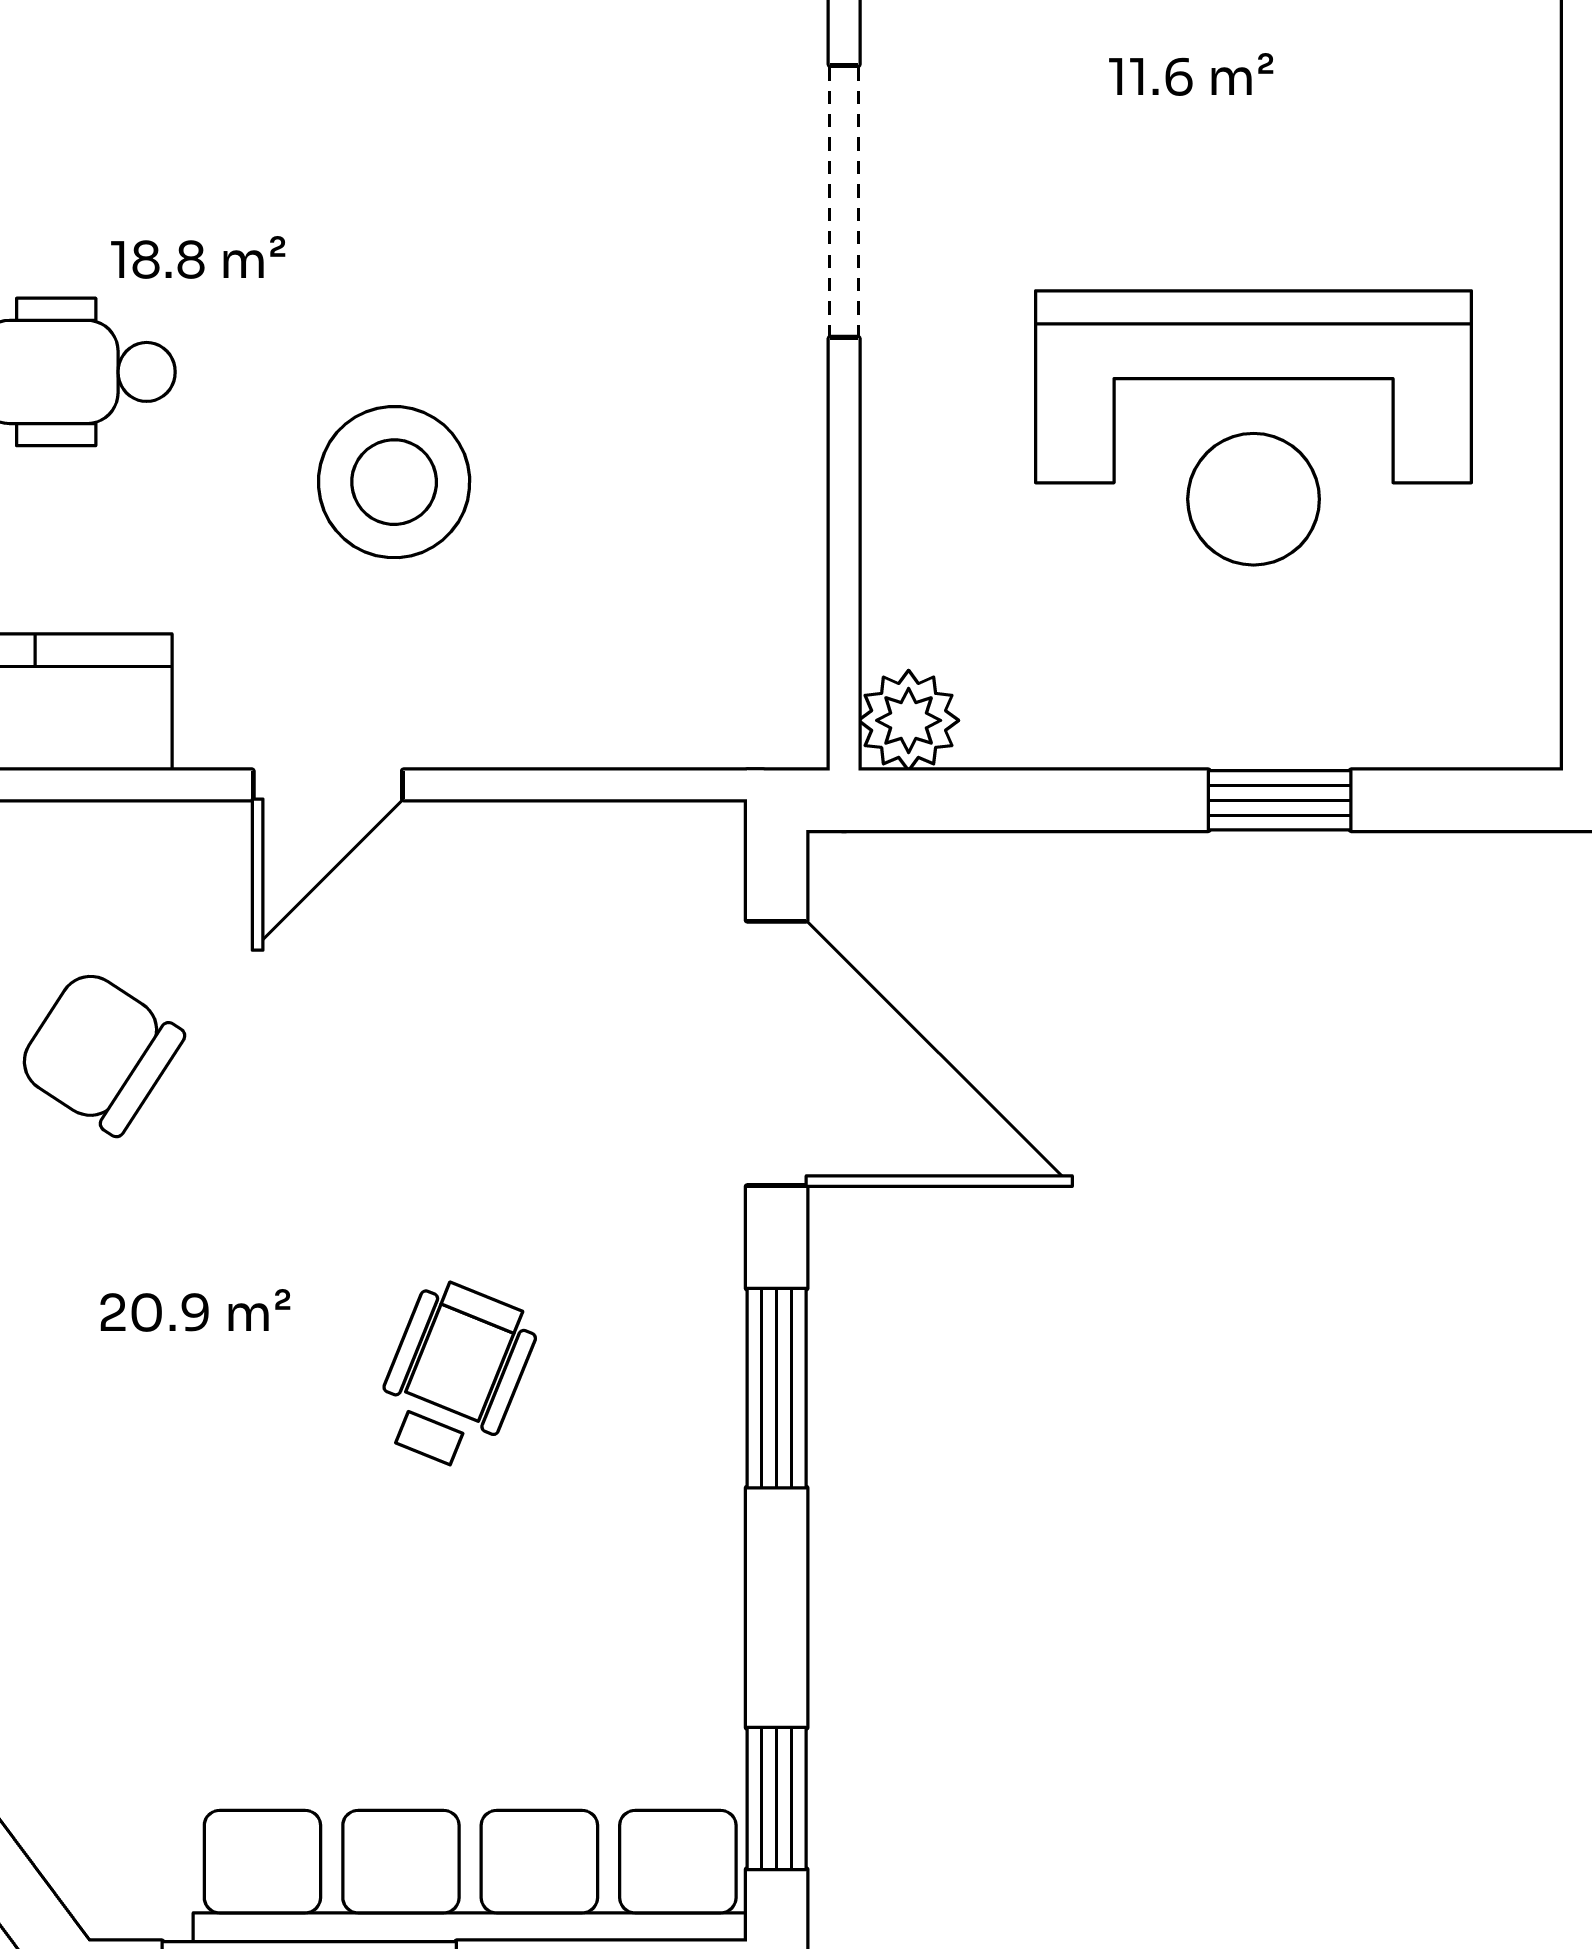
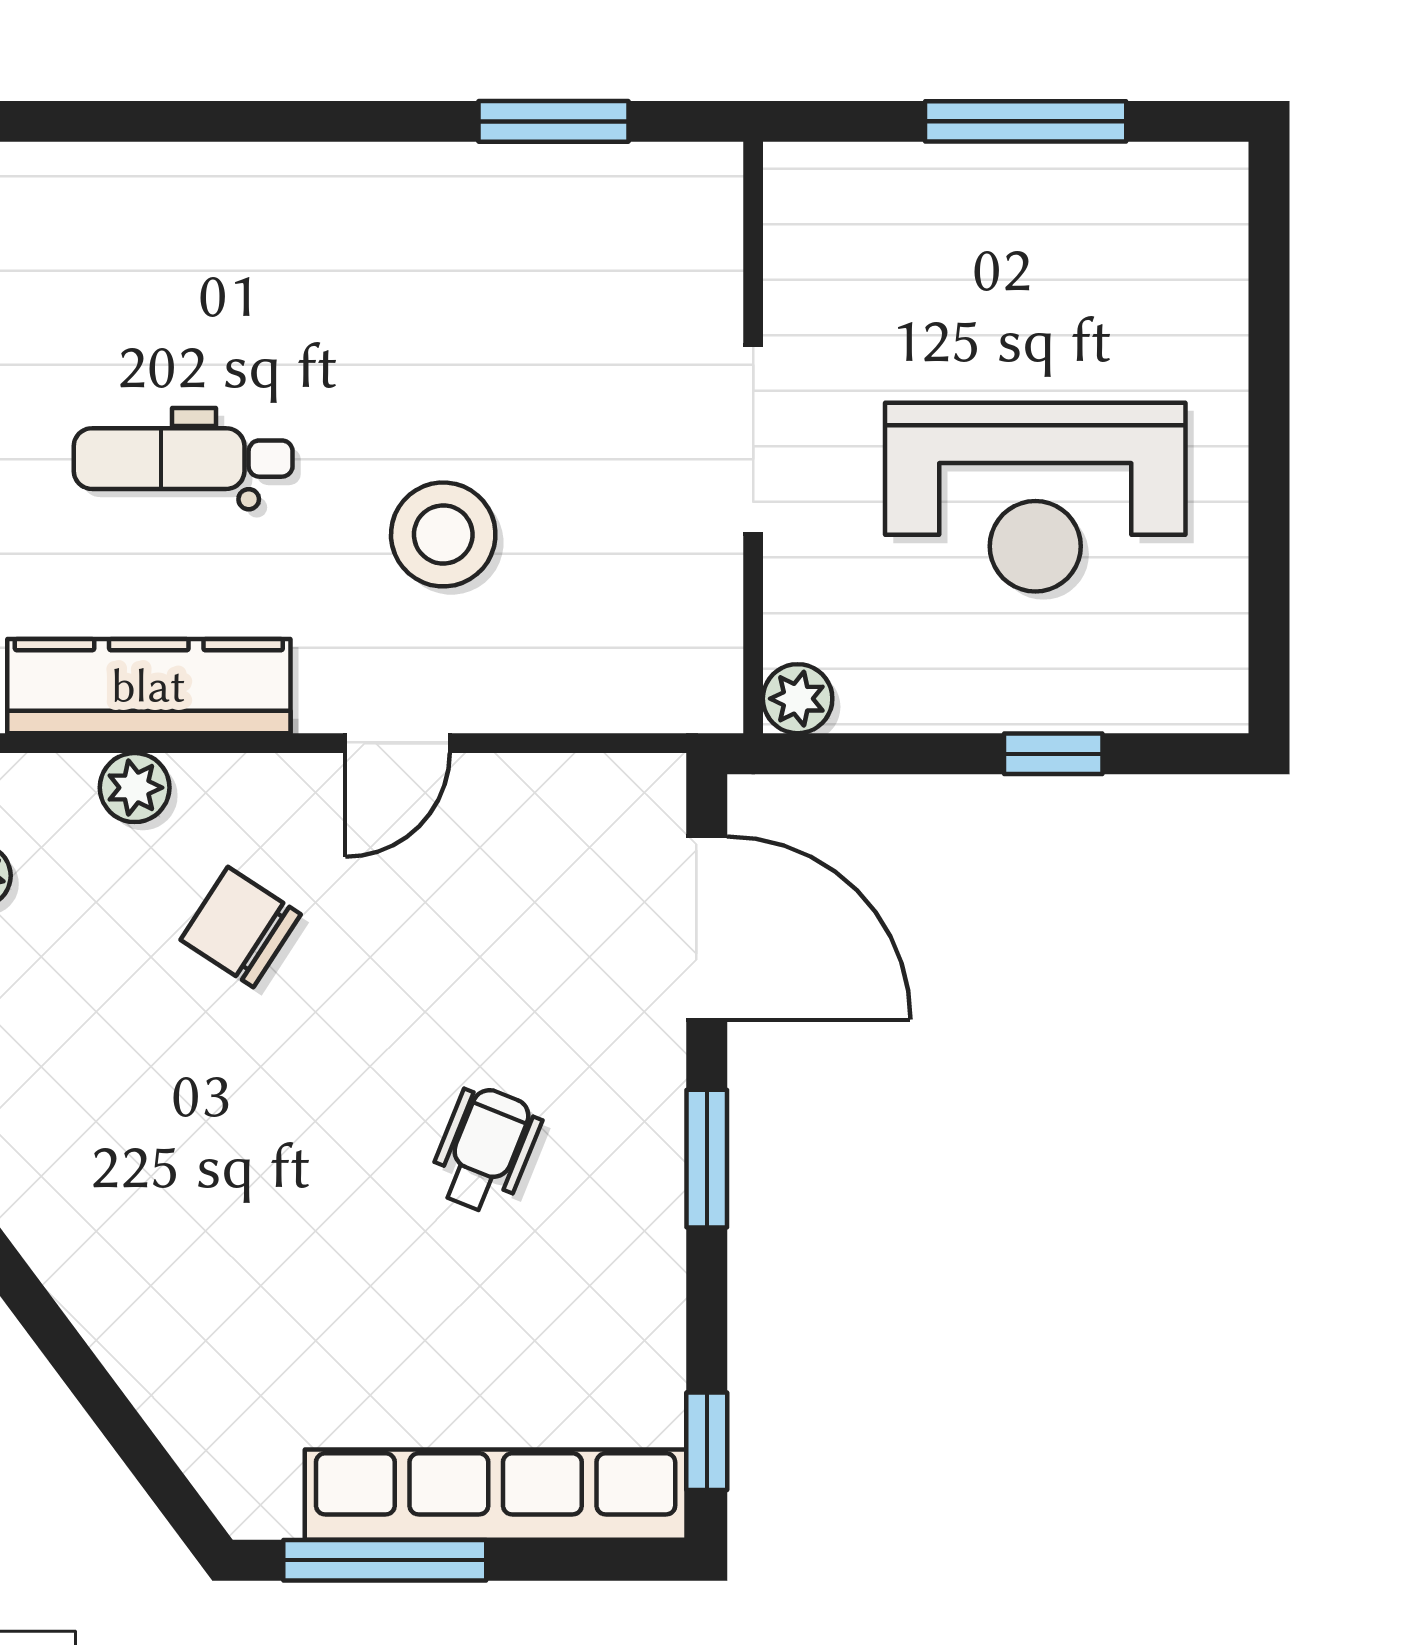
doorway: (844, 201) -> (753, 439), moved

